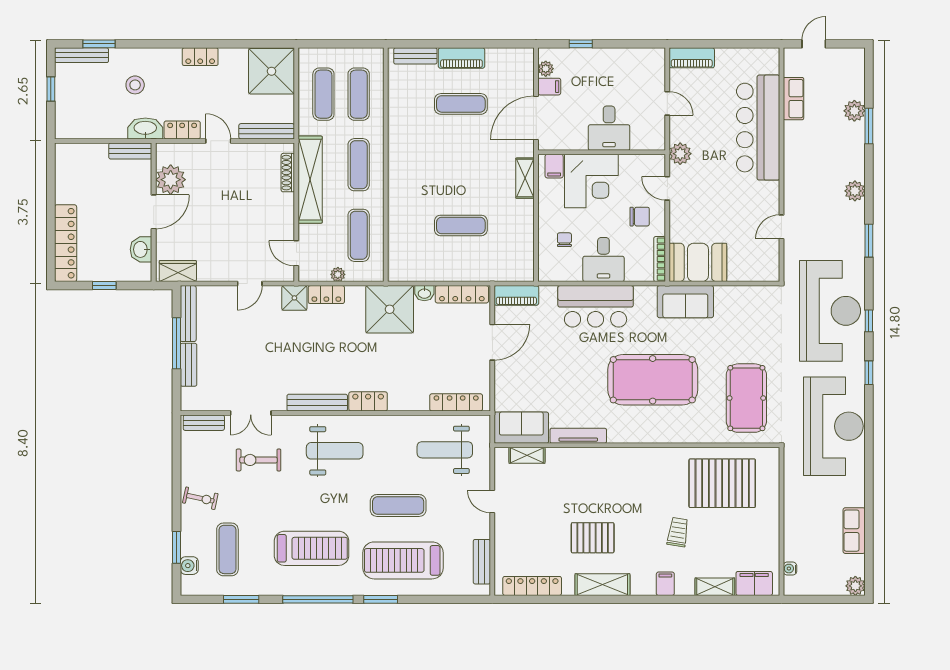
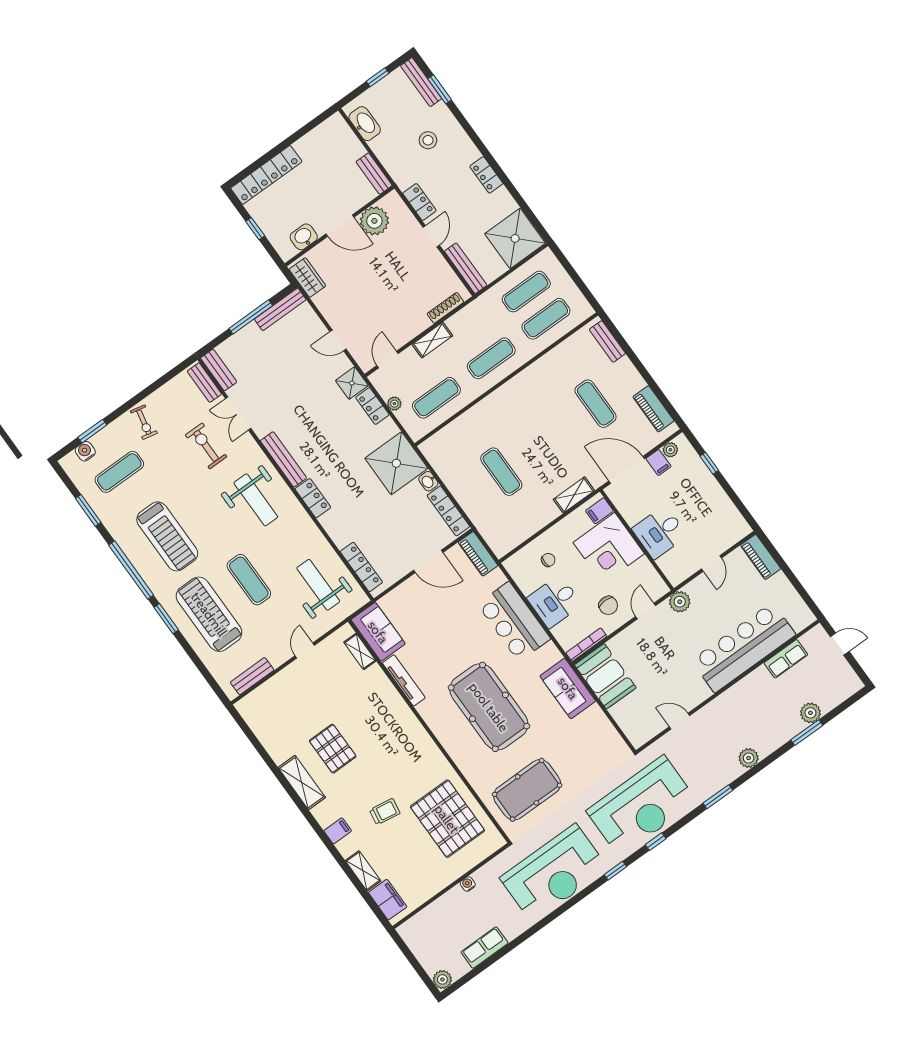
piano: (461, 58) -> (653, 409), moved
washbasin: (145, 128) -> (365, 124), moved
shelving: (310, 180) -> (432, 340), width x0.45, depth x0.75
bench: (189, 365) -> (219, 370), moved, turned 90
water cooler: (790, 569) -> (468, 884), moved
locker: (532, 586) -> (261, 729), removed

